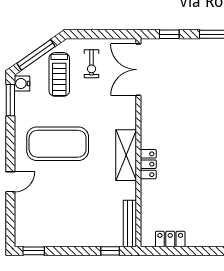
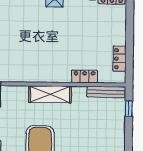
locker: (148, 164) -> (85, 77), moved

